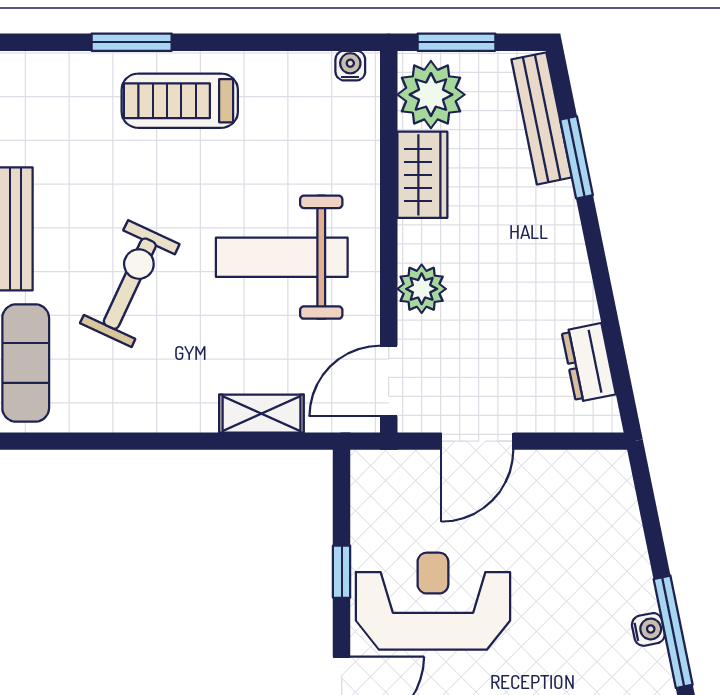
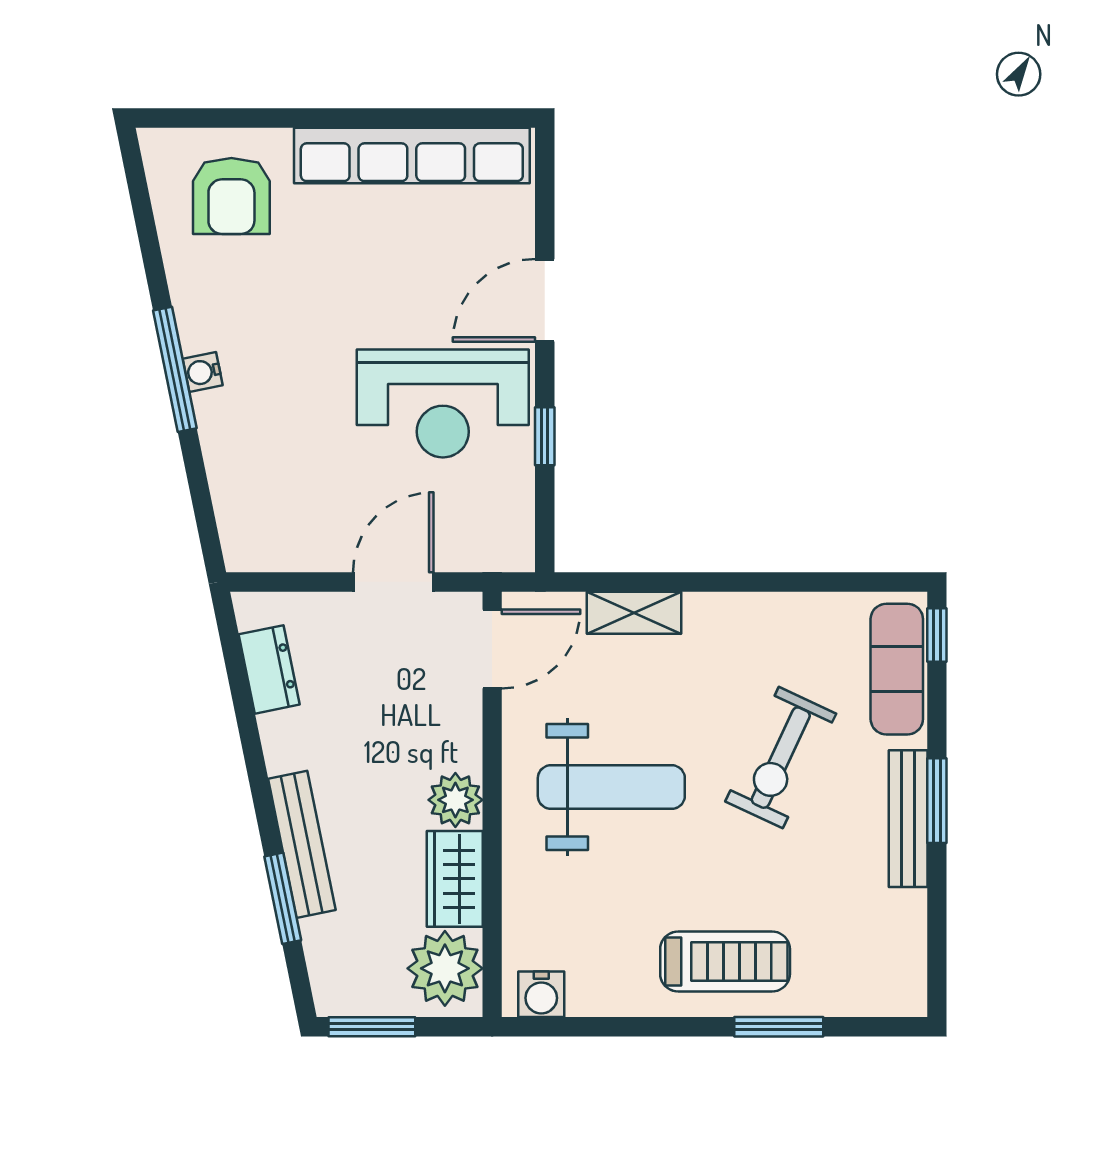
window: (456, 42) -> (372, 1027), moved
water cooler: (350, 66) -> (541, 994), width x1.38, depth x1.38
bench: (542, 118) -> (302, 844), moved
plant: (422, 289) -> (455, 800), moved

